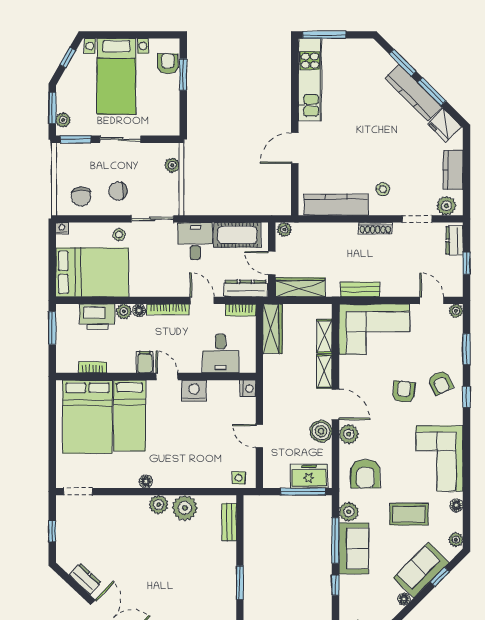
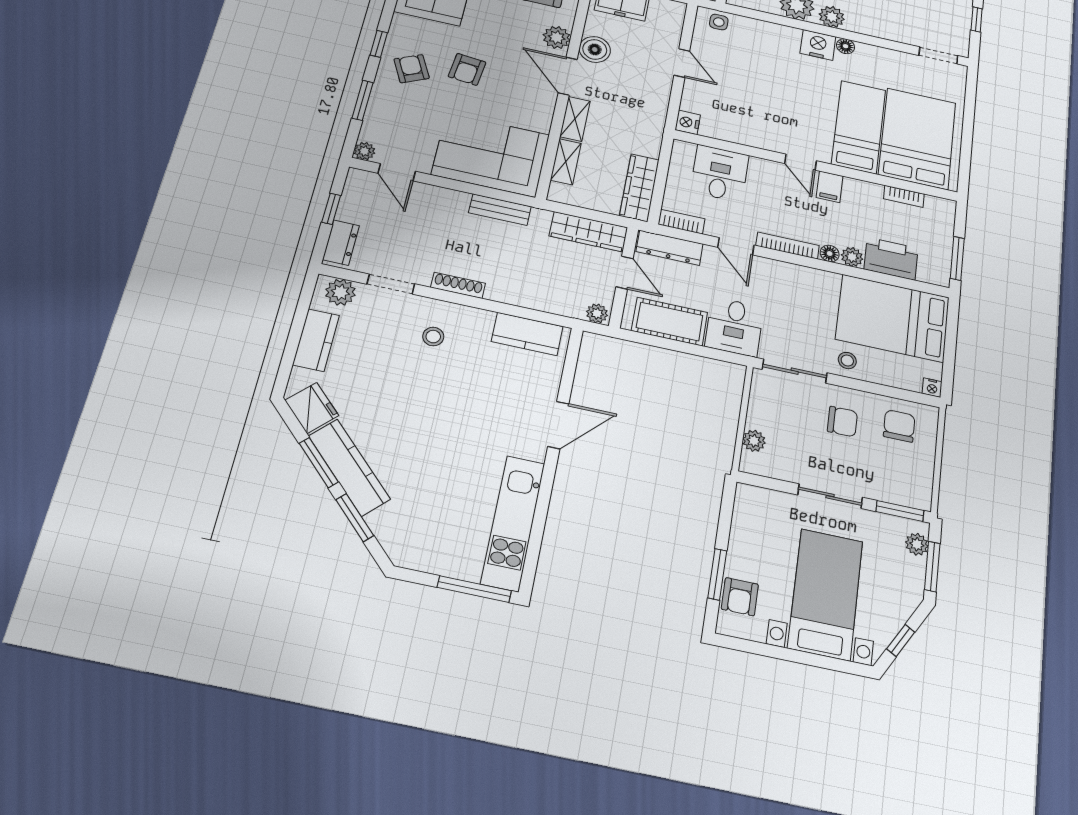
kitchen counter: (336, 205) -> (527, 334), width x0.67
nightstand: (194, 391) -> (818, 45), moved, turned 180

